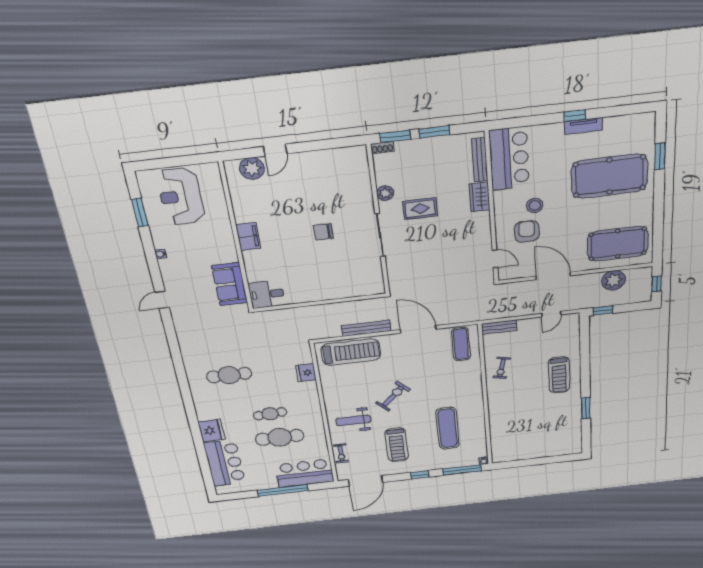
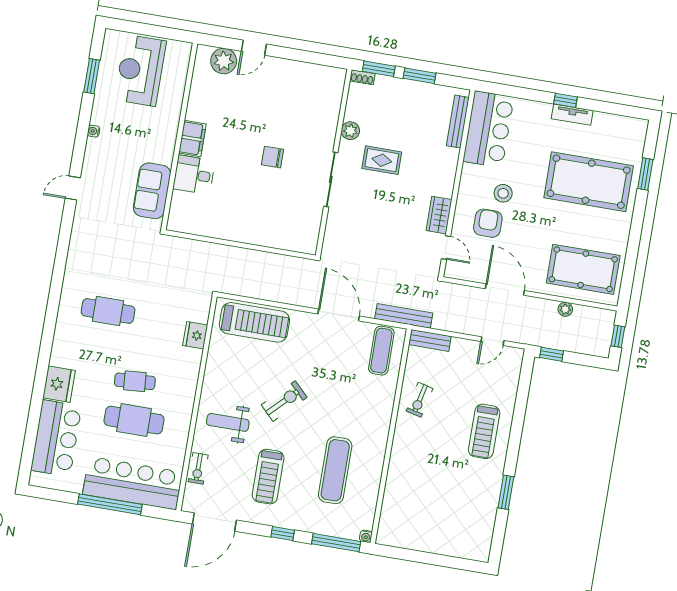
wardrobe: (480, 197) -> (439, 215), moved
plant: (614, 280) -> (565, 309), width x0.53, depth x0.53
desk: (267, 294) -> (194, 175), moved
bench: (366, 328) -> (404, 316), moved
bar counter: (305, 473) -> (133, 483), width x1.36

